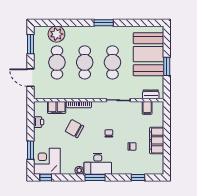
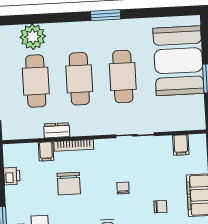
dresser: (151, 94) -> (57, 130), moved
filing cabinet: (57, 107) -> (46, 151), width x0.50
chair: (75, 129) -> (69, 184), turned -119

